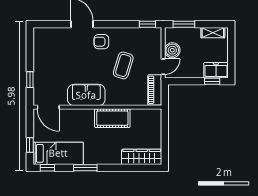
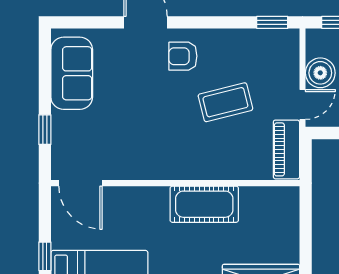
coffee table: (123, 65) -> (225, 102), turned 59
sofa: (86, 95) -> (72, 73), moved, turned 90

